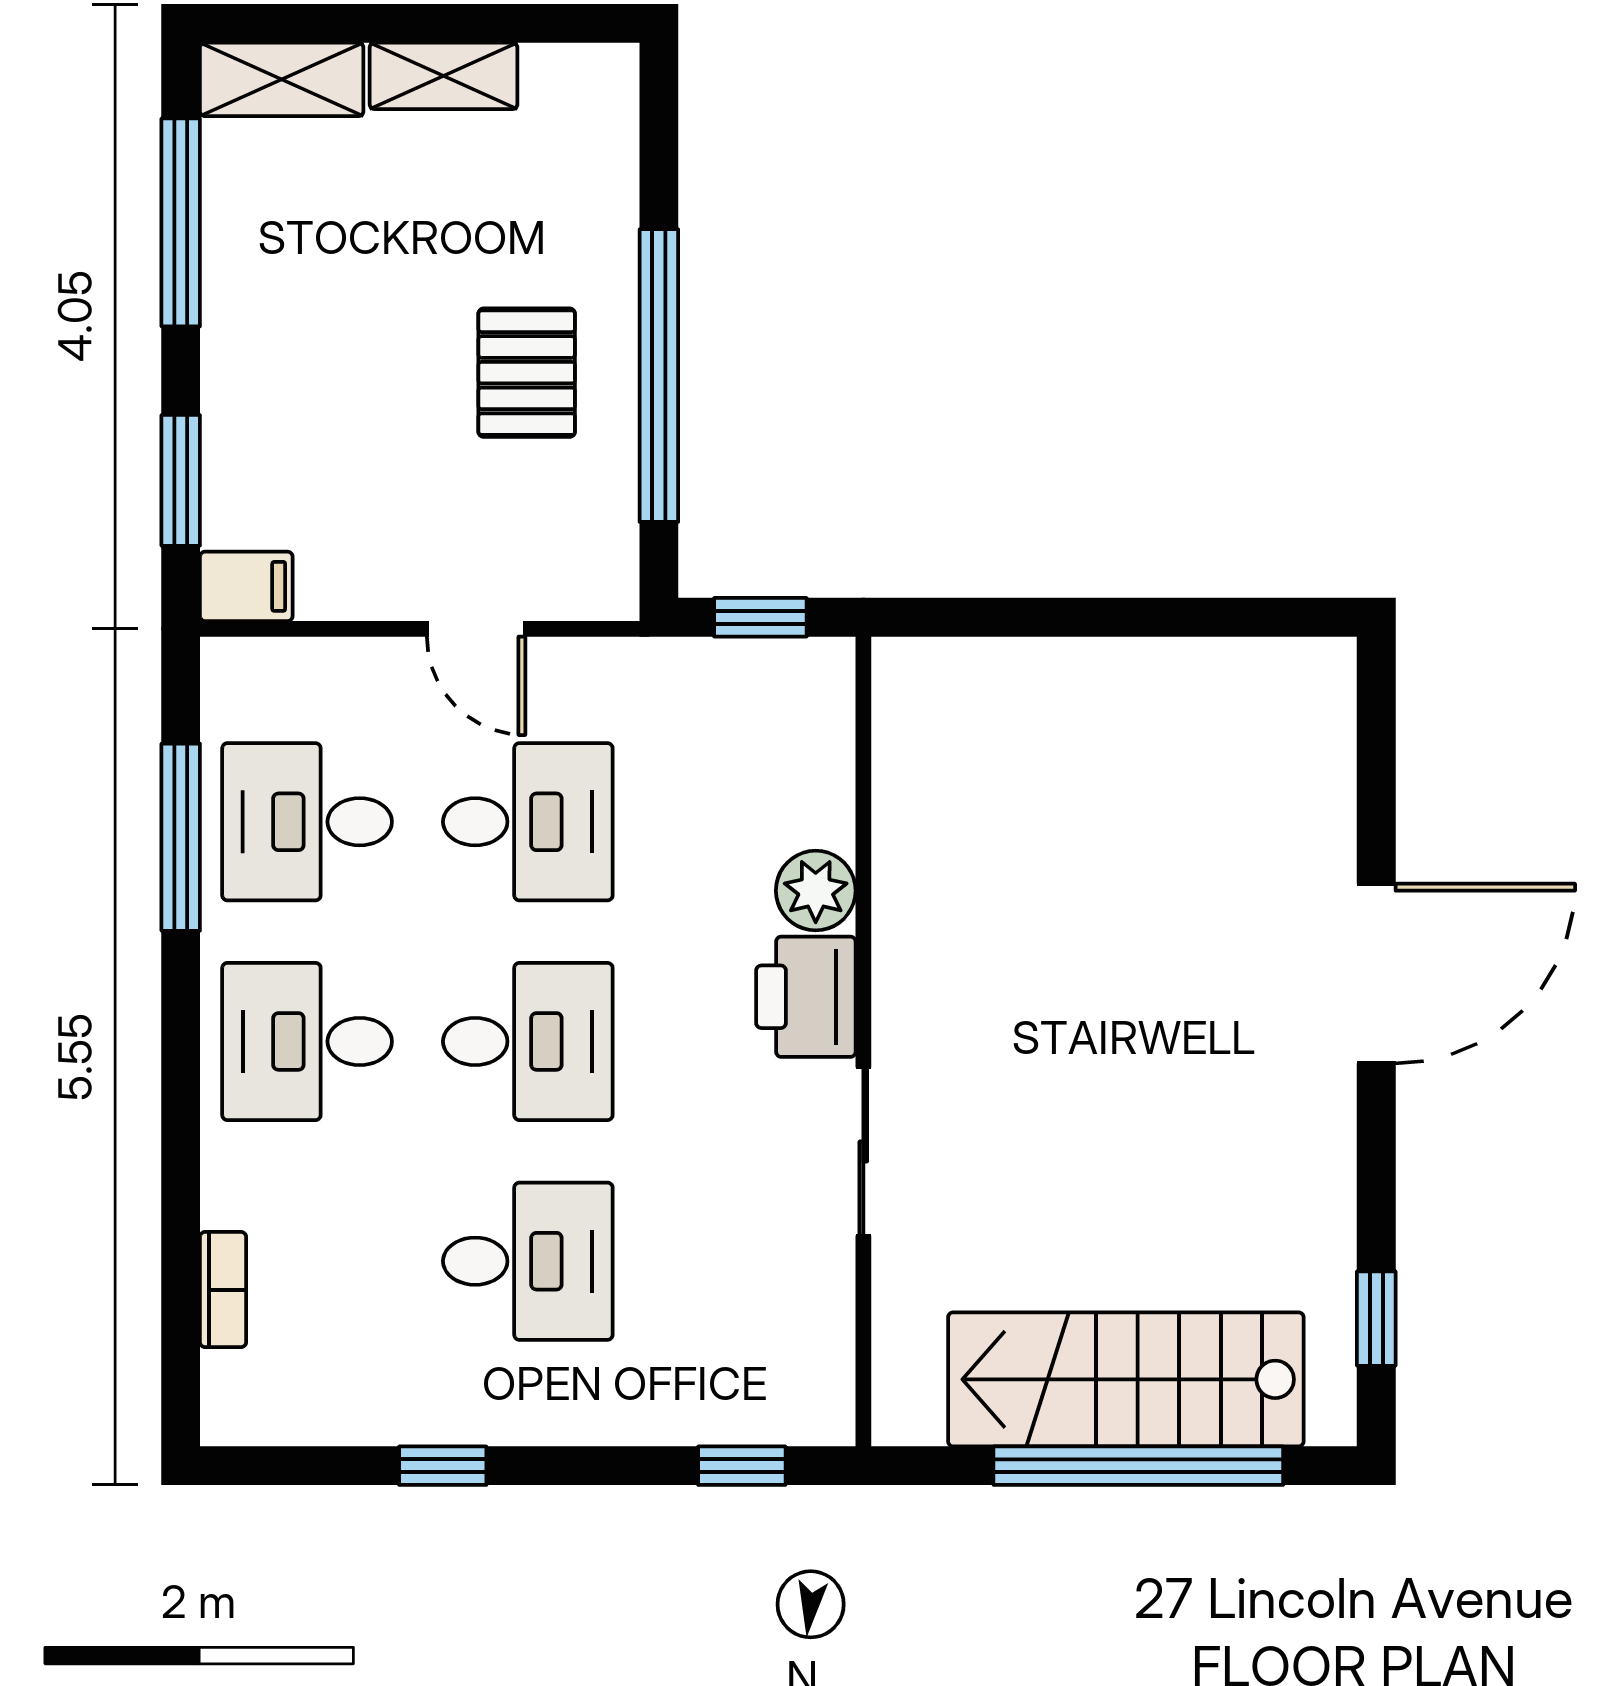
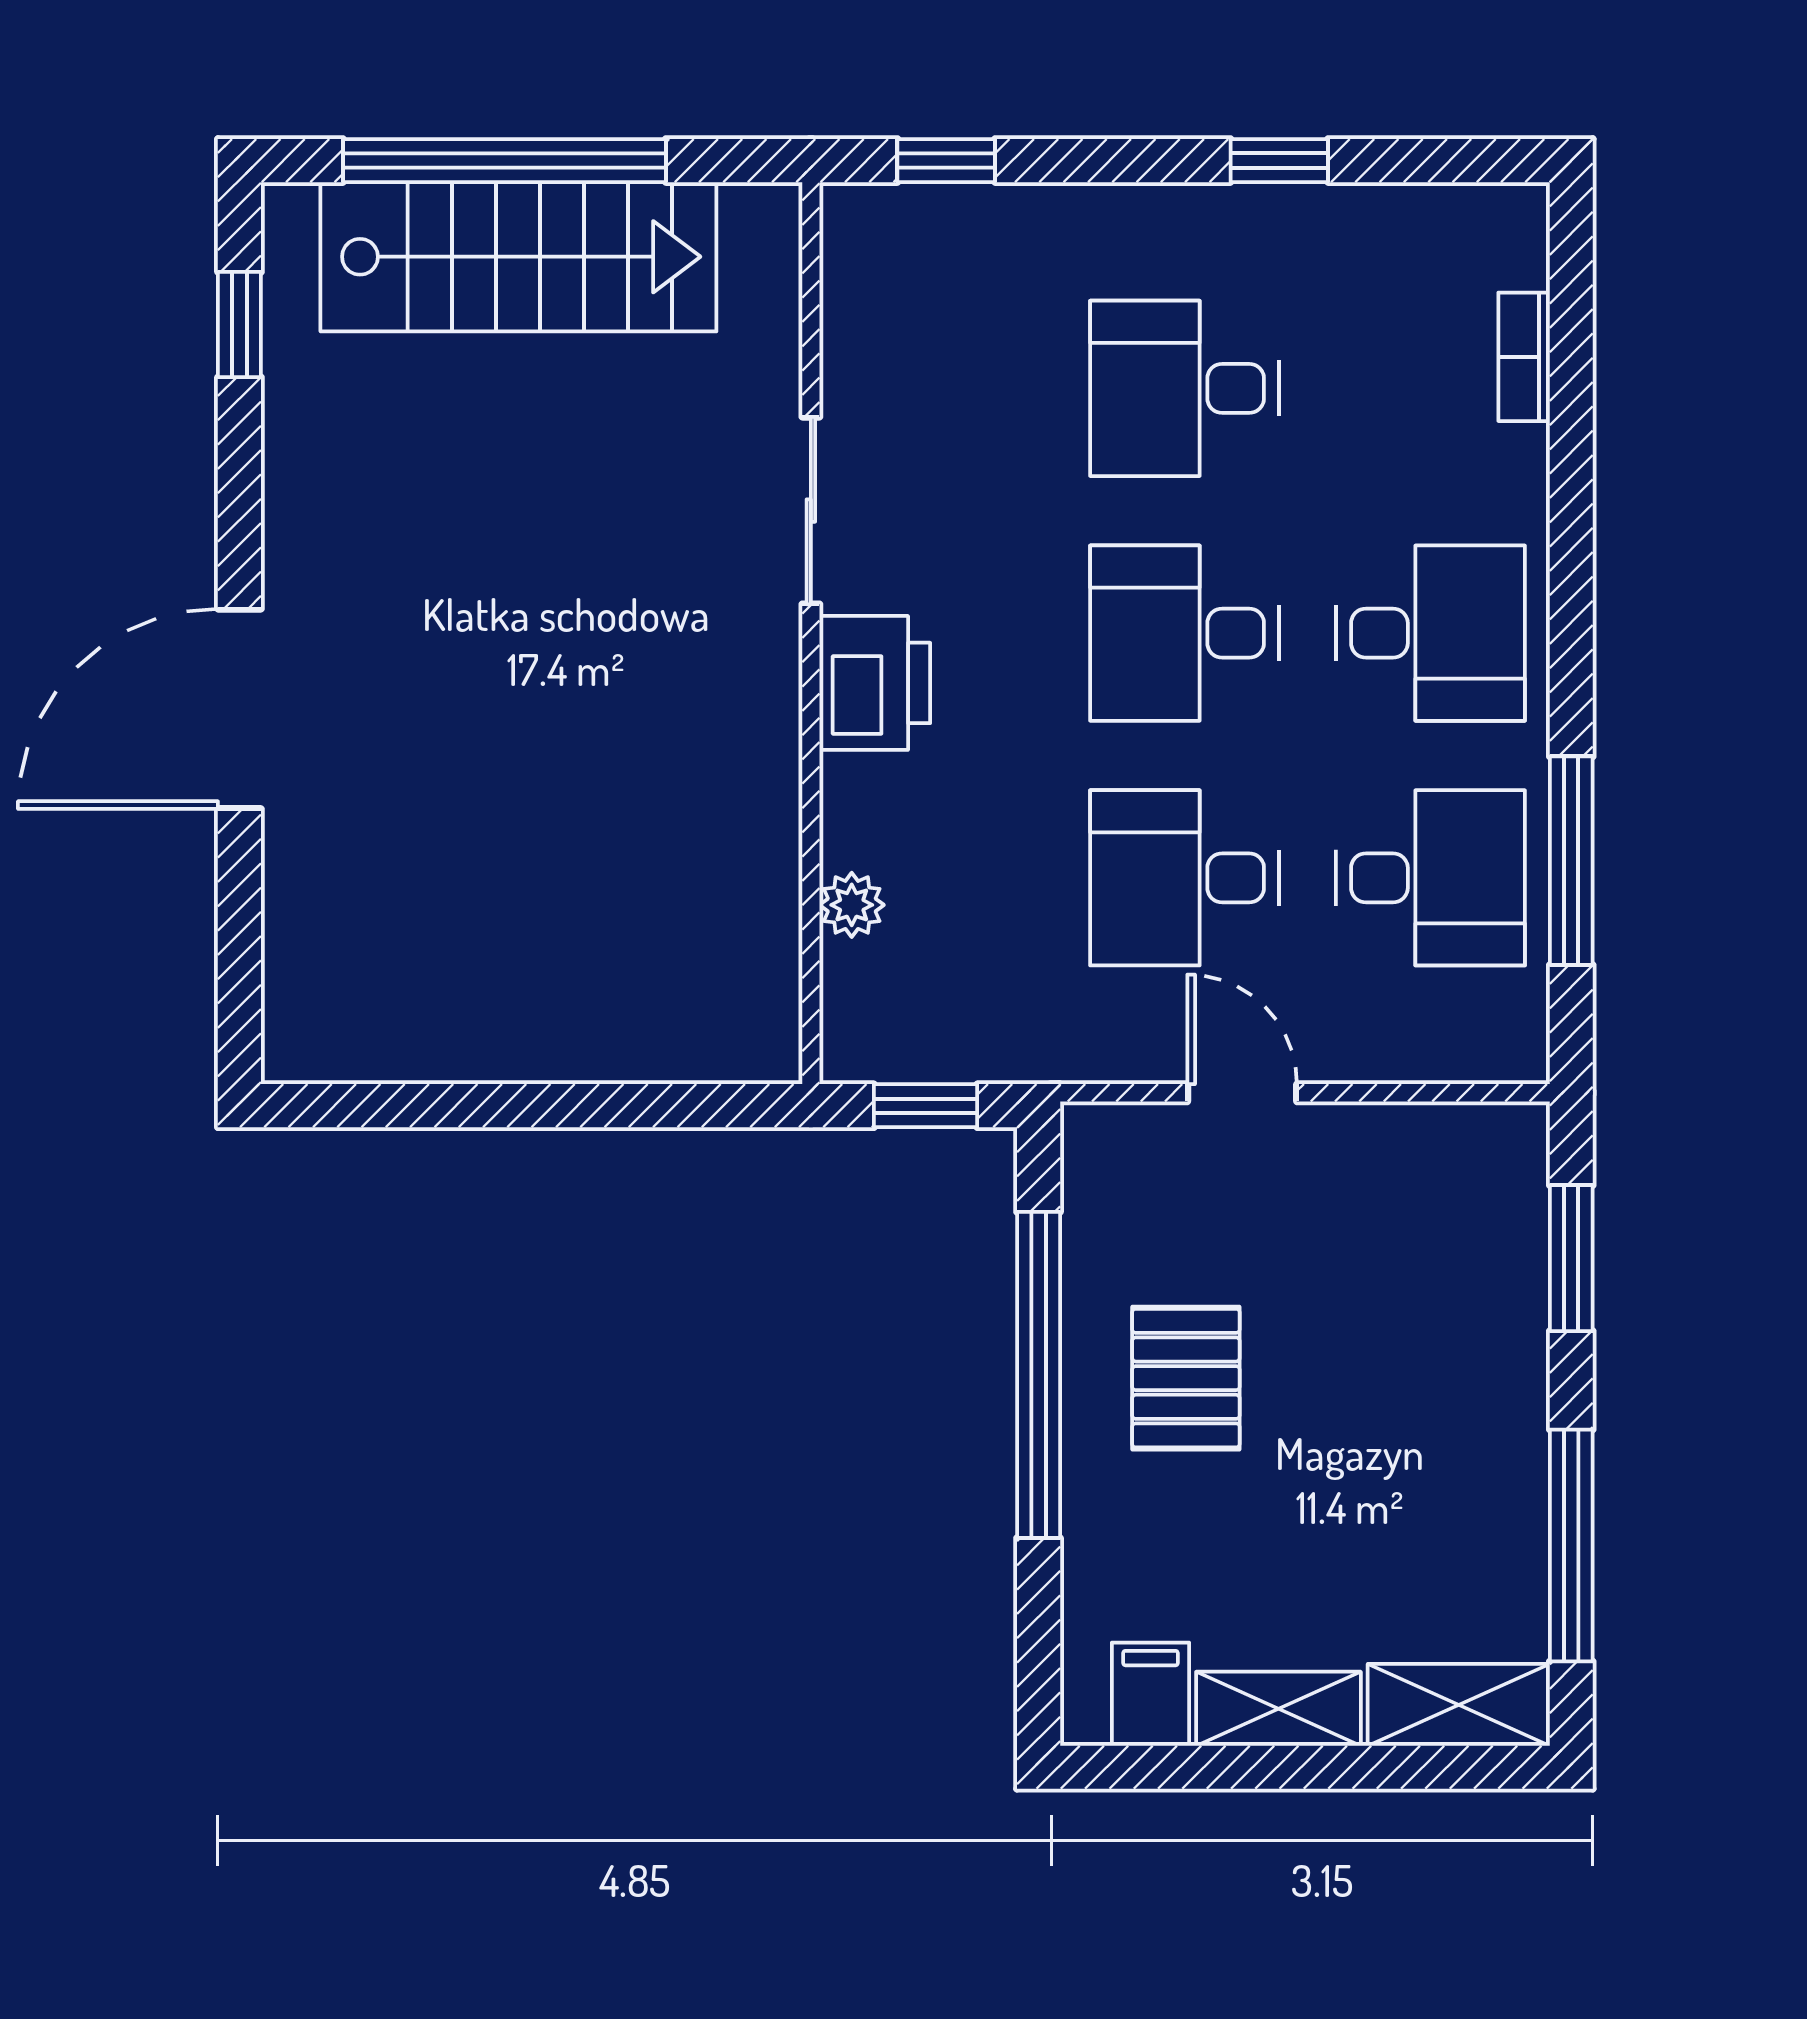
filing cabinet: (246, 586) -> (1151, 1694), moved, turned 90
plant: (816, 891) -> (852, 905), moved, width x0.73, depth x0.73

